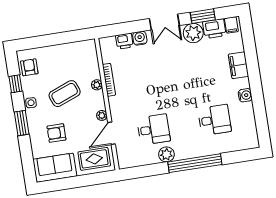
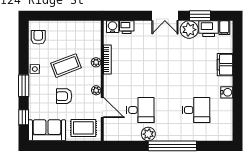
water cooler: (140, 38) -> (113, 27), moved
window: (15, 84) -> (24, 117), moved
armchair: (56, 133) -> (64, 96), moved
door: (111, 133) -> (102, 108), swing flipped

